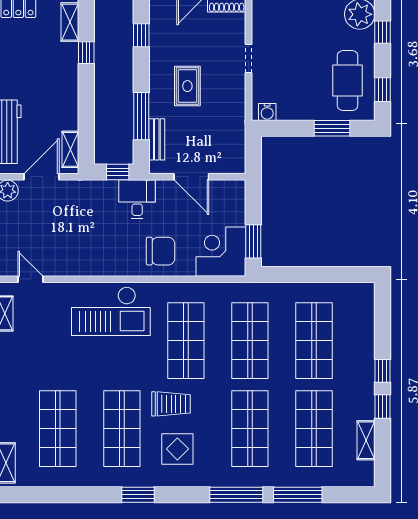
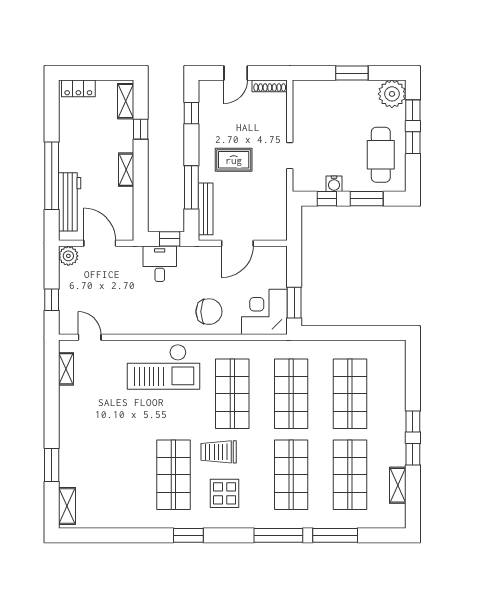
doorway: (249, 59) -> (290, 156), moved
rug: (187, 86) -> (234, 160), turned 90
window: (382, 90) -> (413, 143), moved
water cooler: (267, 112) -> (334, 184), moved
window: (289, 128) -> (327, 199), added
bench: (157, 139) -> (206, 209), width x1.36
shelving: (70, 149) -> (126, 170), moved
door: (42, 177) -> (100, 243), hinge flipped
door: (191, 177) -> (237, 243), hinge flipped
desk: (137, 199) -> (160, 264), moved
trolley: (171, 404) -> (219, 452), turned 180
shop shelf: (58, 429) -> (115, 475), removed

